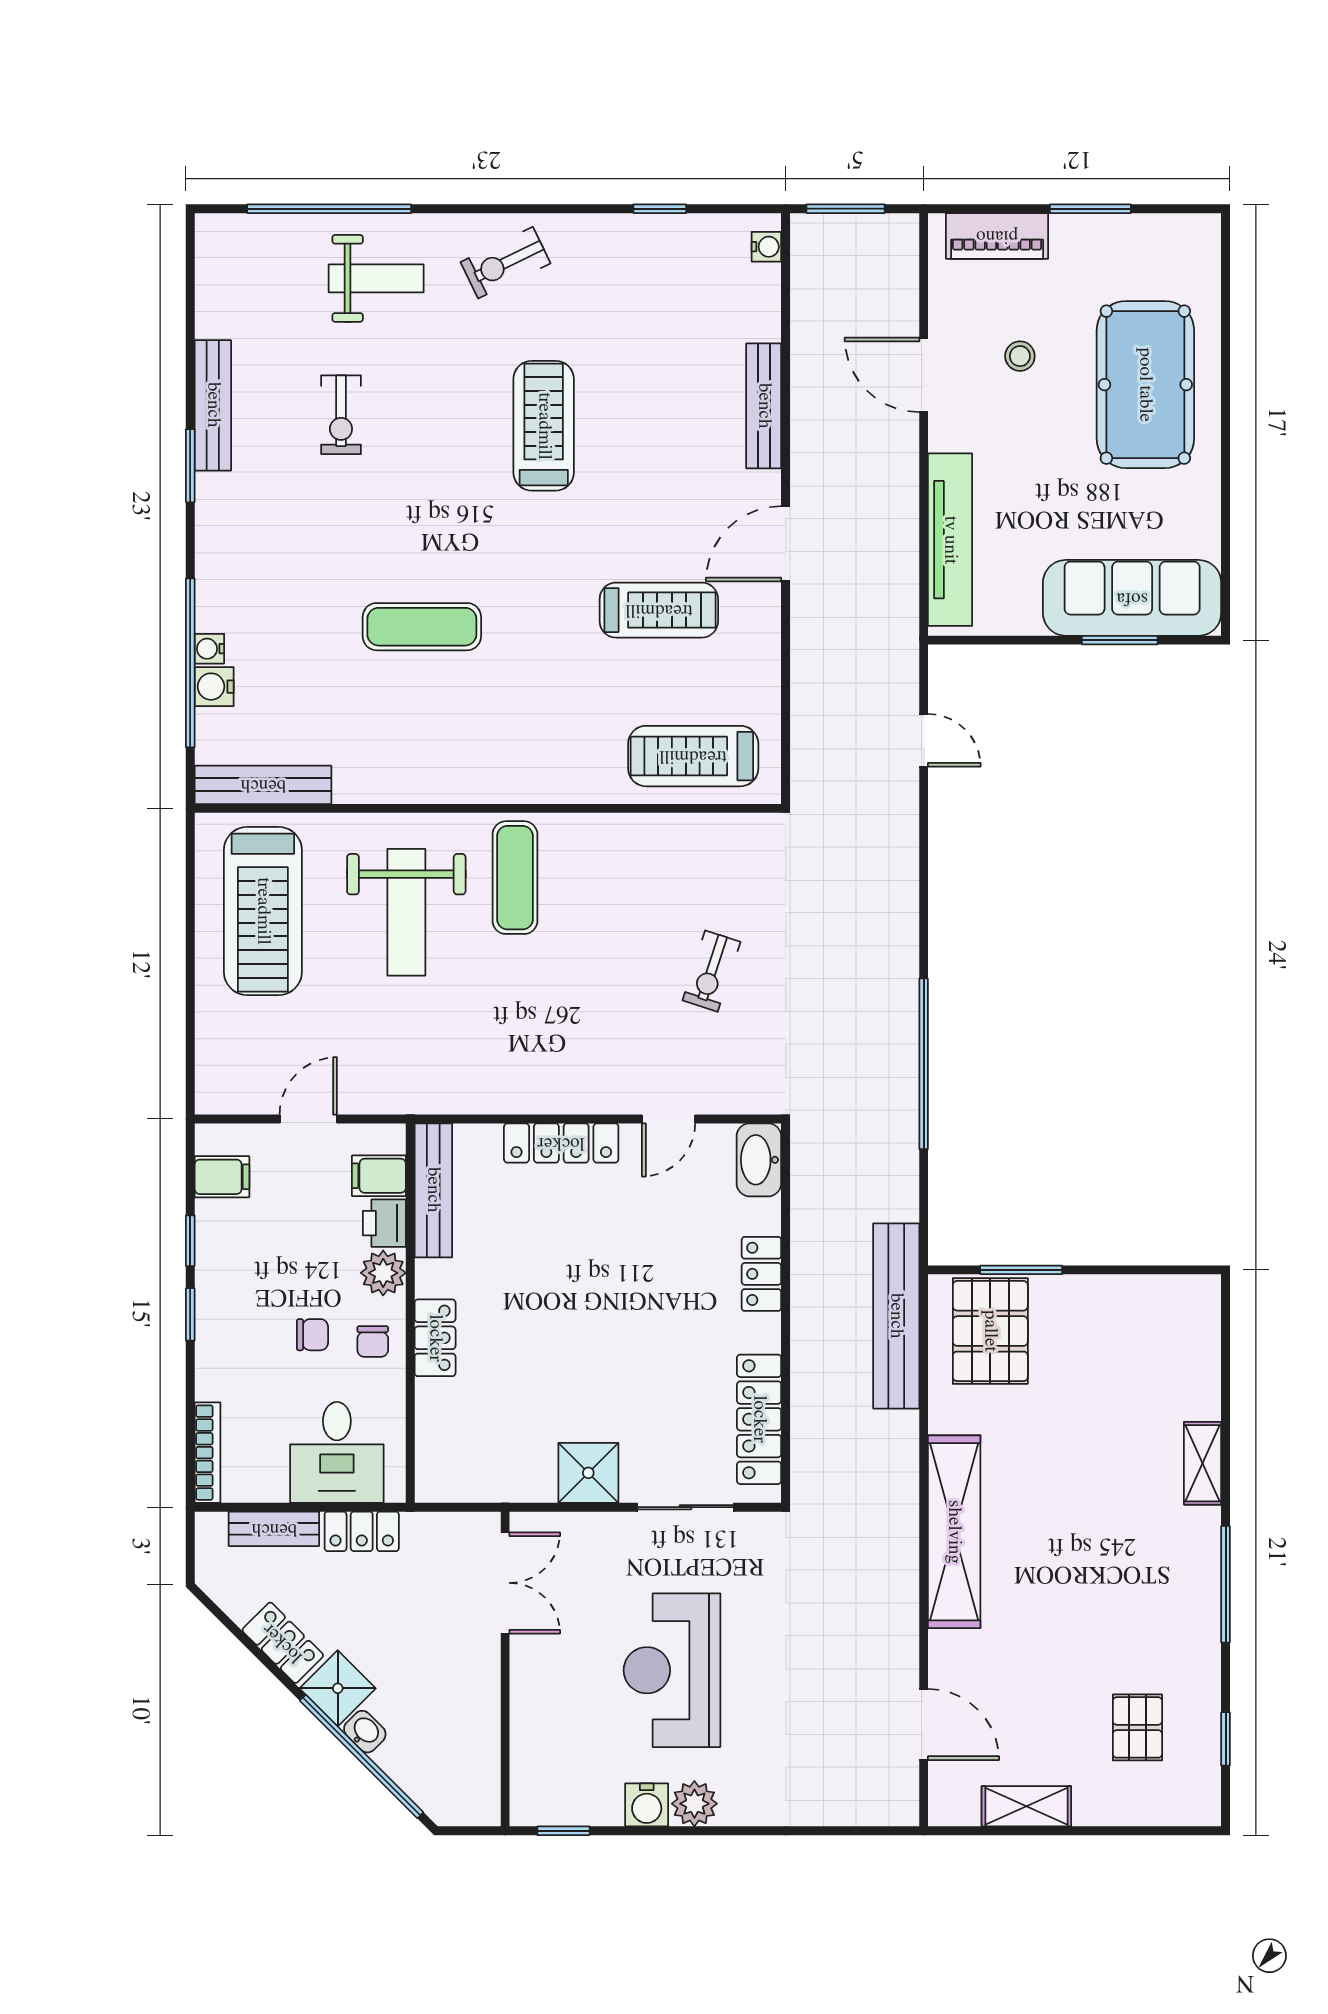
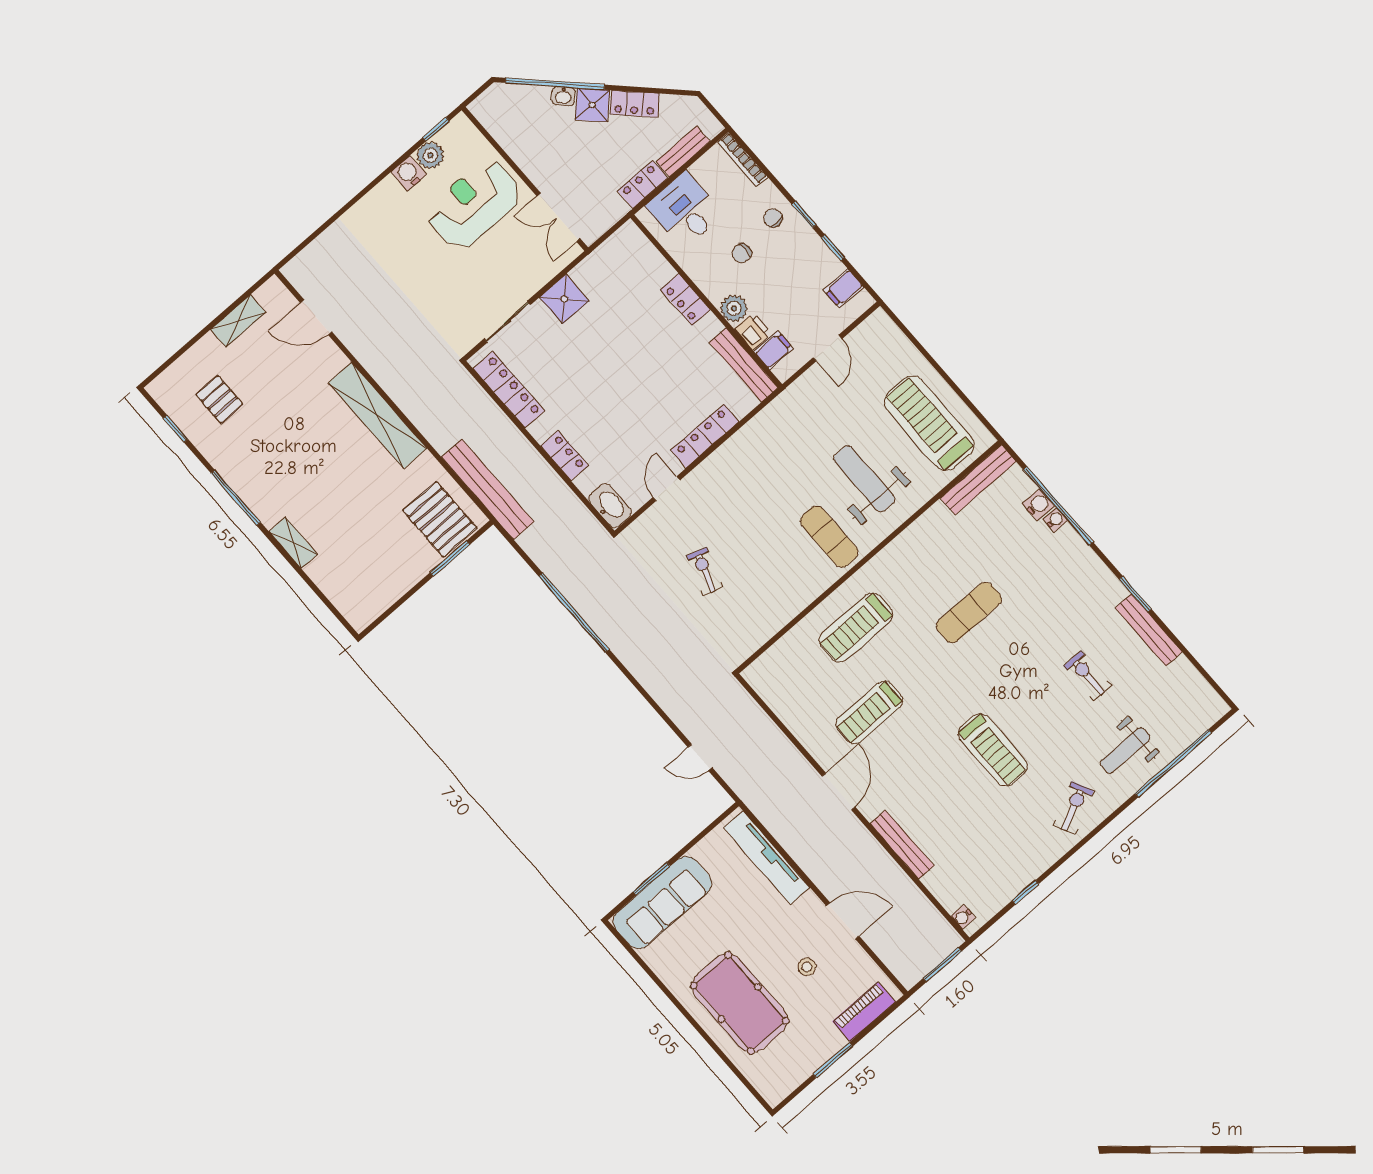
treadmill: (693, 756) -> (856, 628), moved, turned 180
chair: (373, 1342) -> (773, 218), moved
reception desk: (672, 1670) -> (474, 204), moved, turned -90
plant: (694, 1804) -> (430, 155), moved

